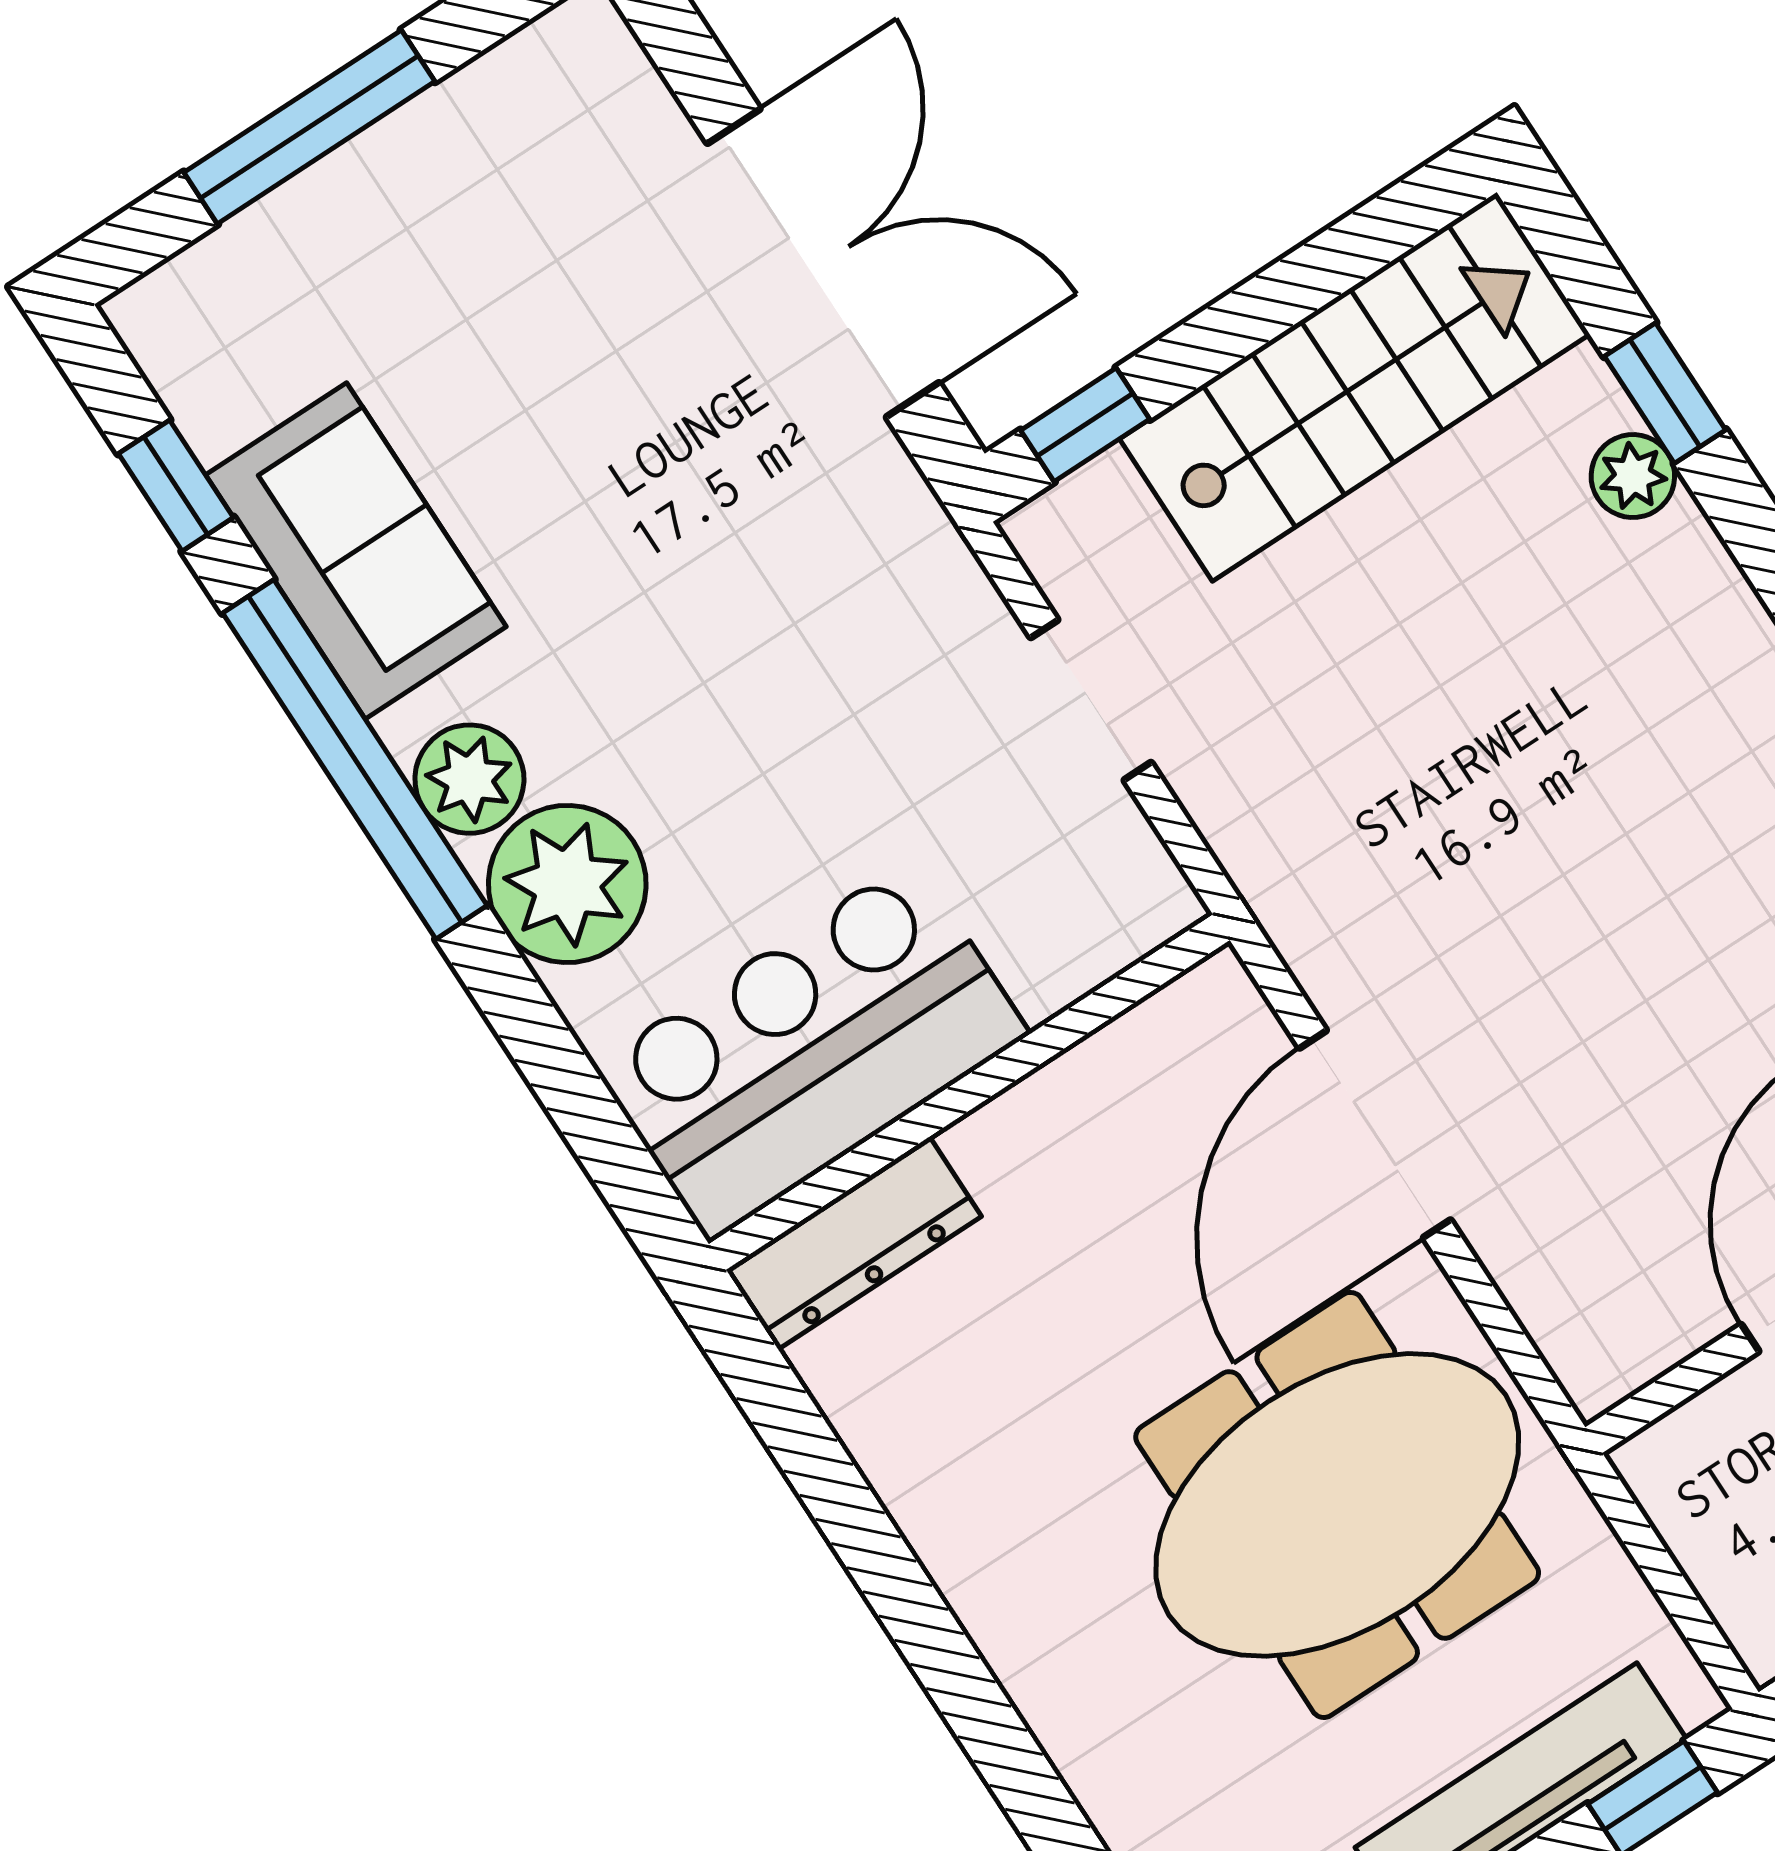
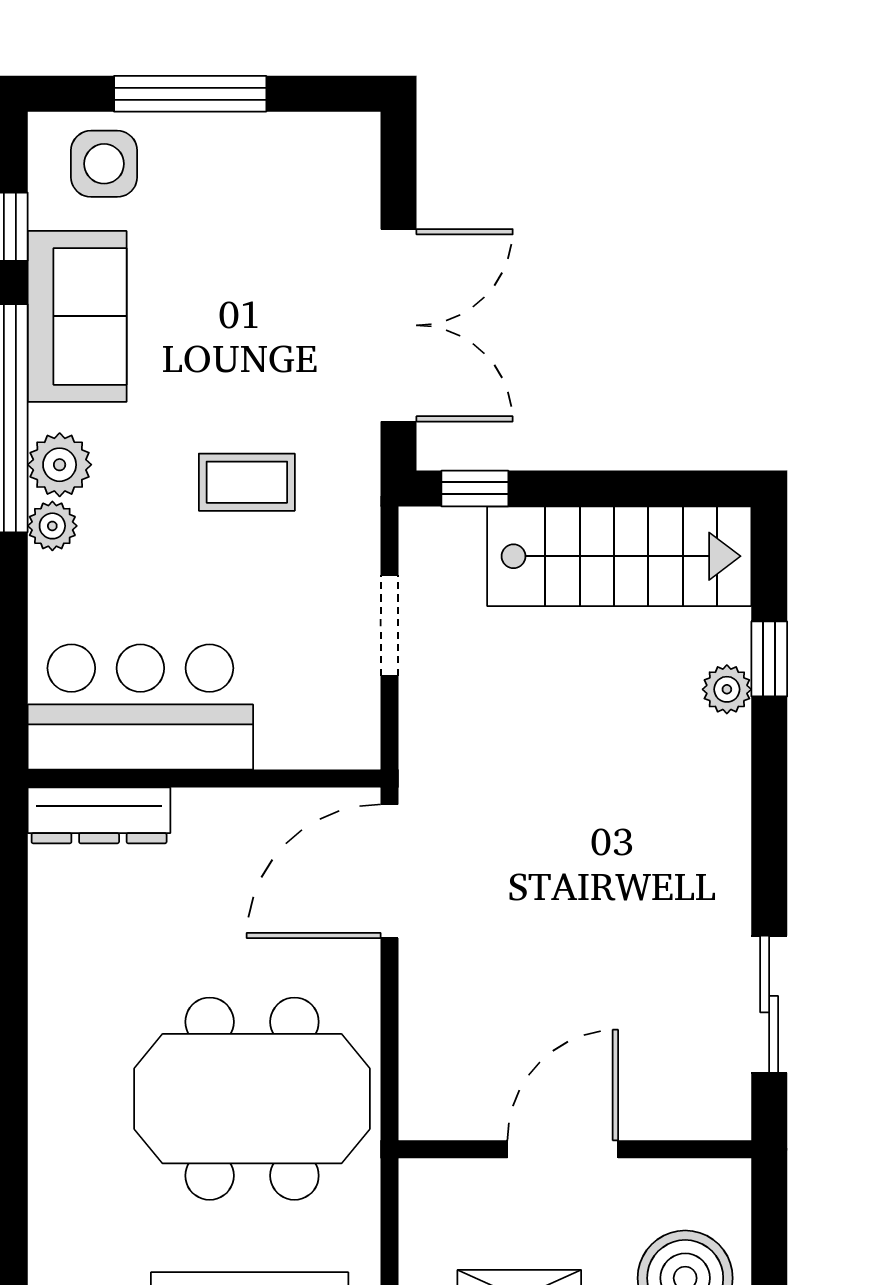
side table: (252, 308) -> (104, 164), added
coffee table: (753, 629) -> (247, 482), added
plant: (567, 884) -> (52, 526), width x0.53, depth x0.53
door: (1375, 1134) -> (389, 871), moved

